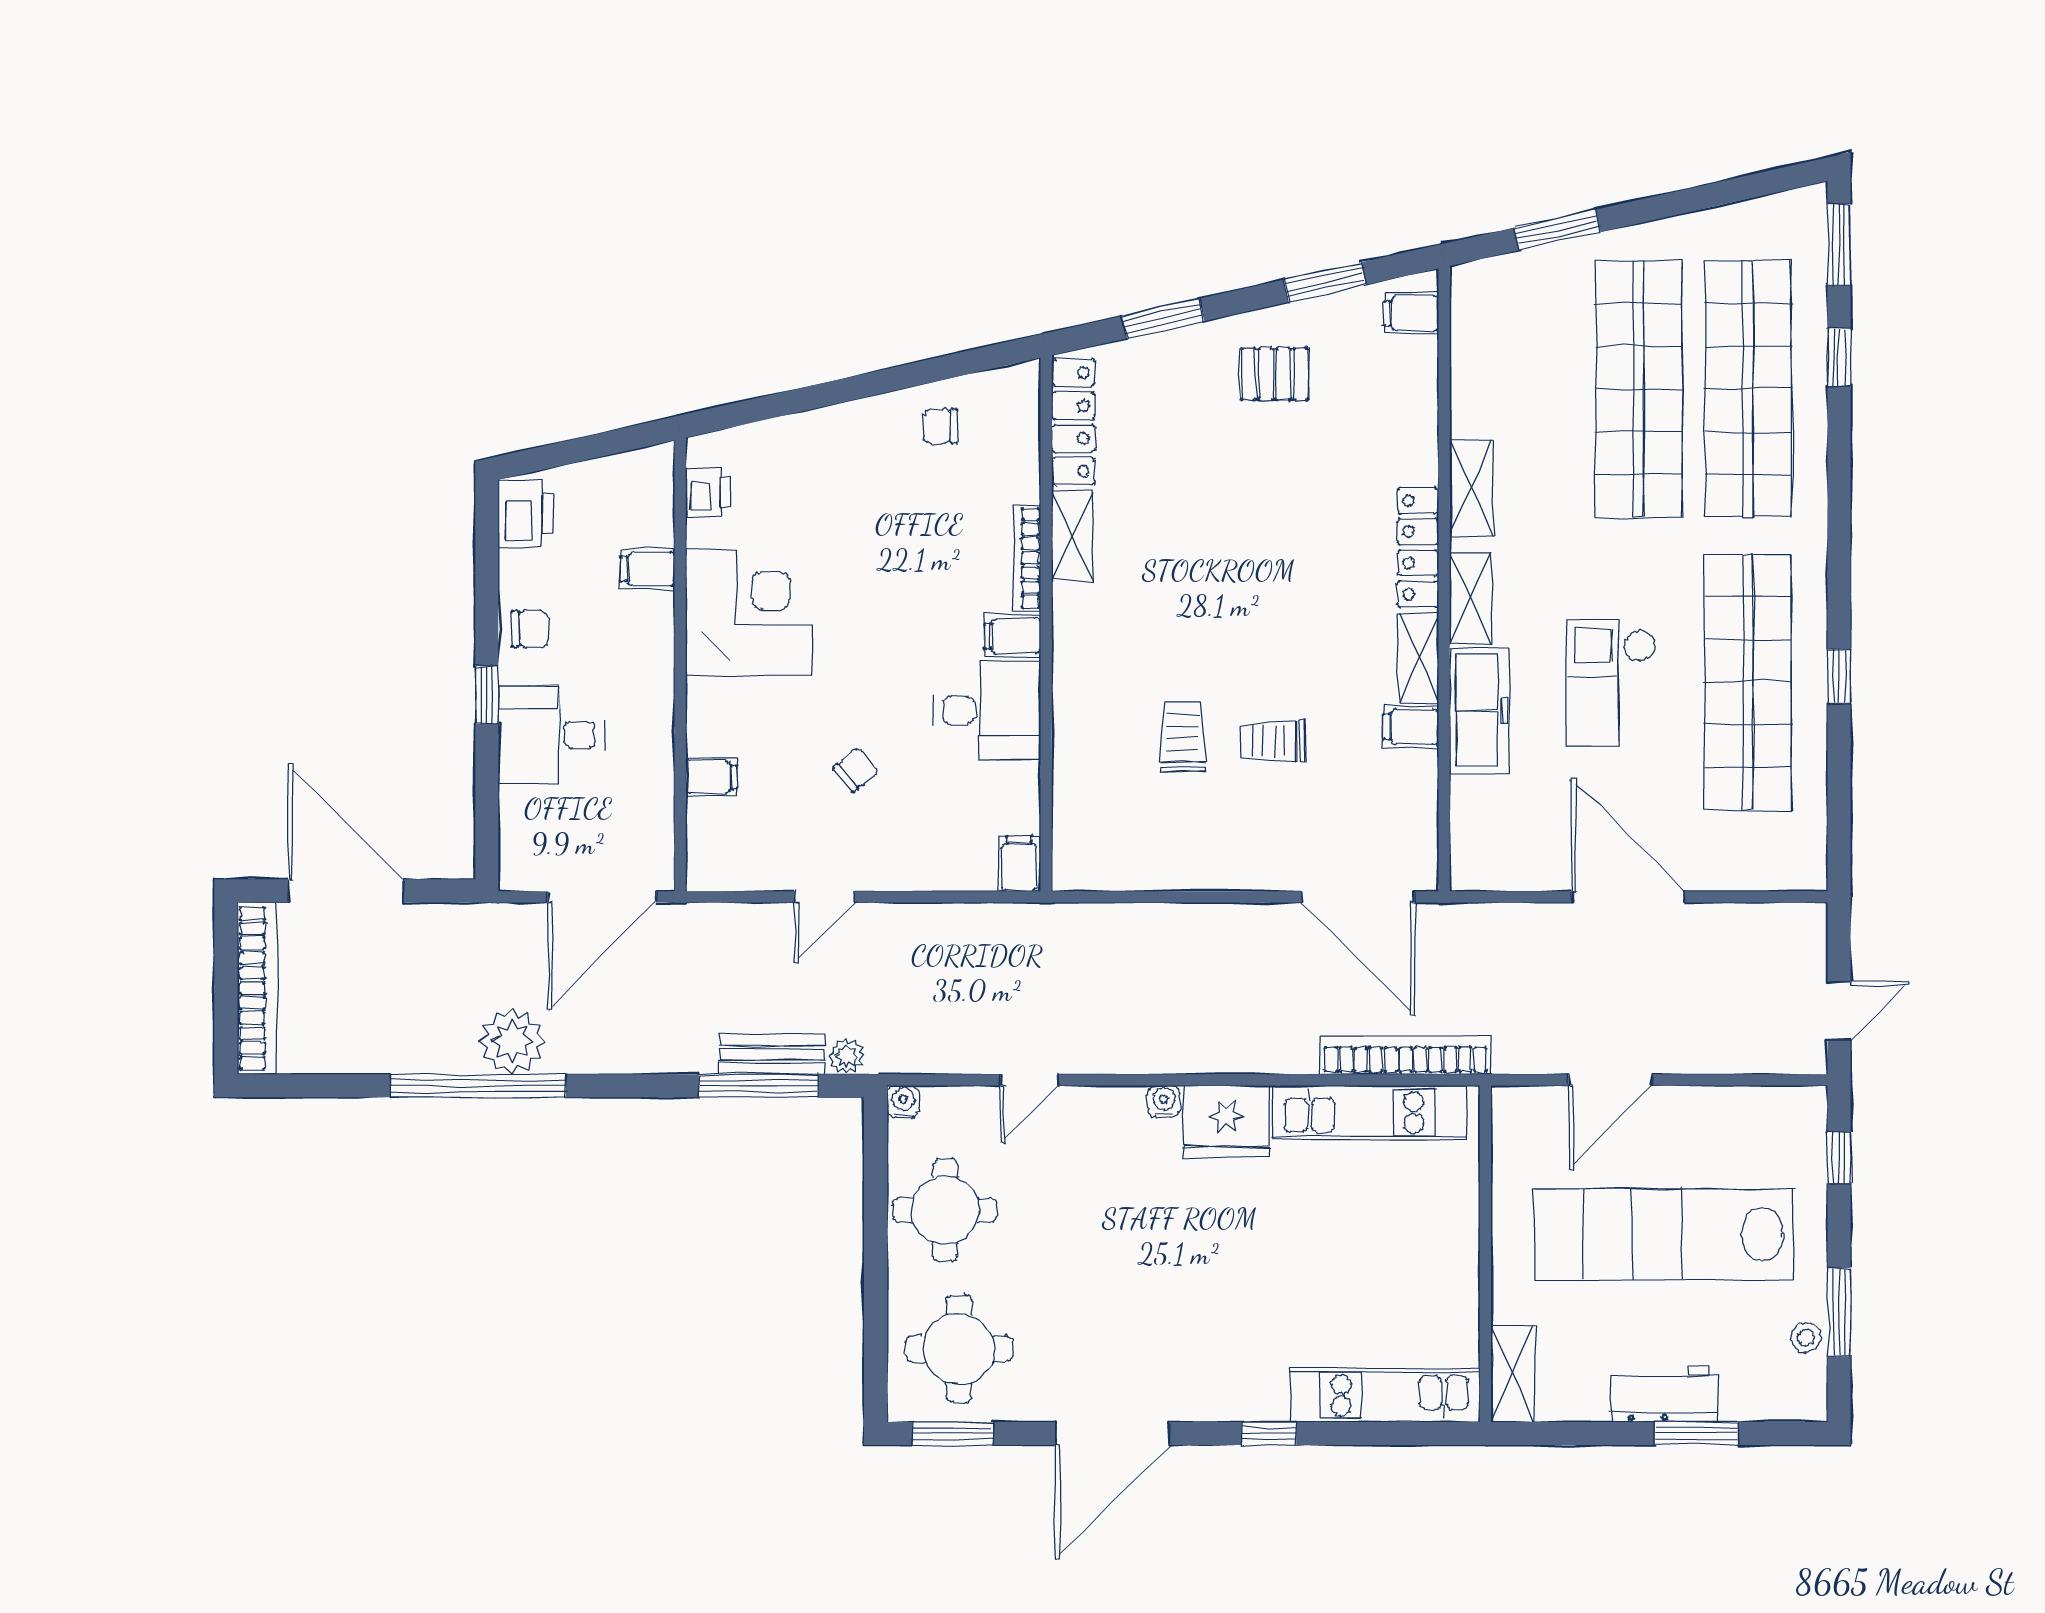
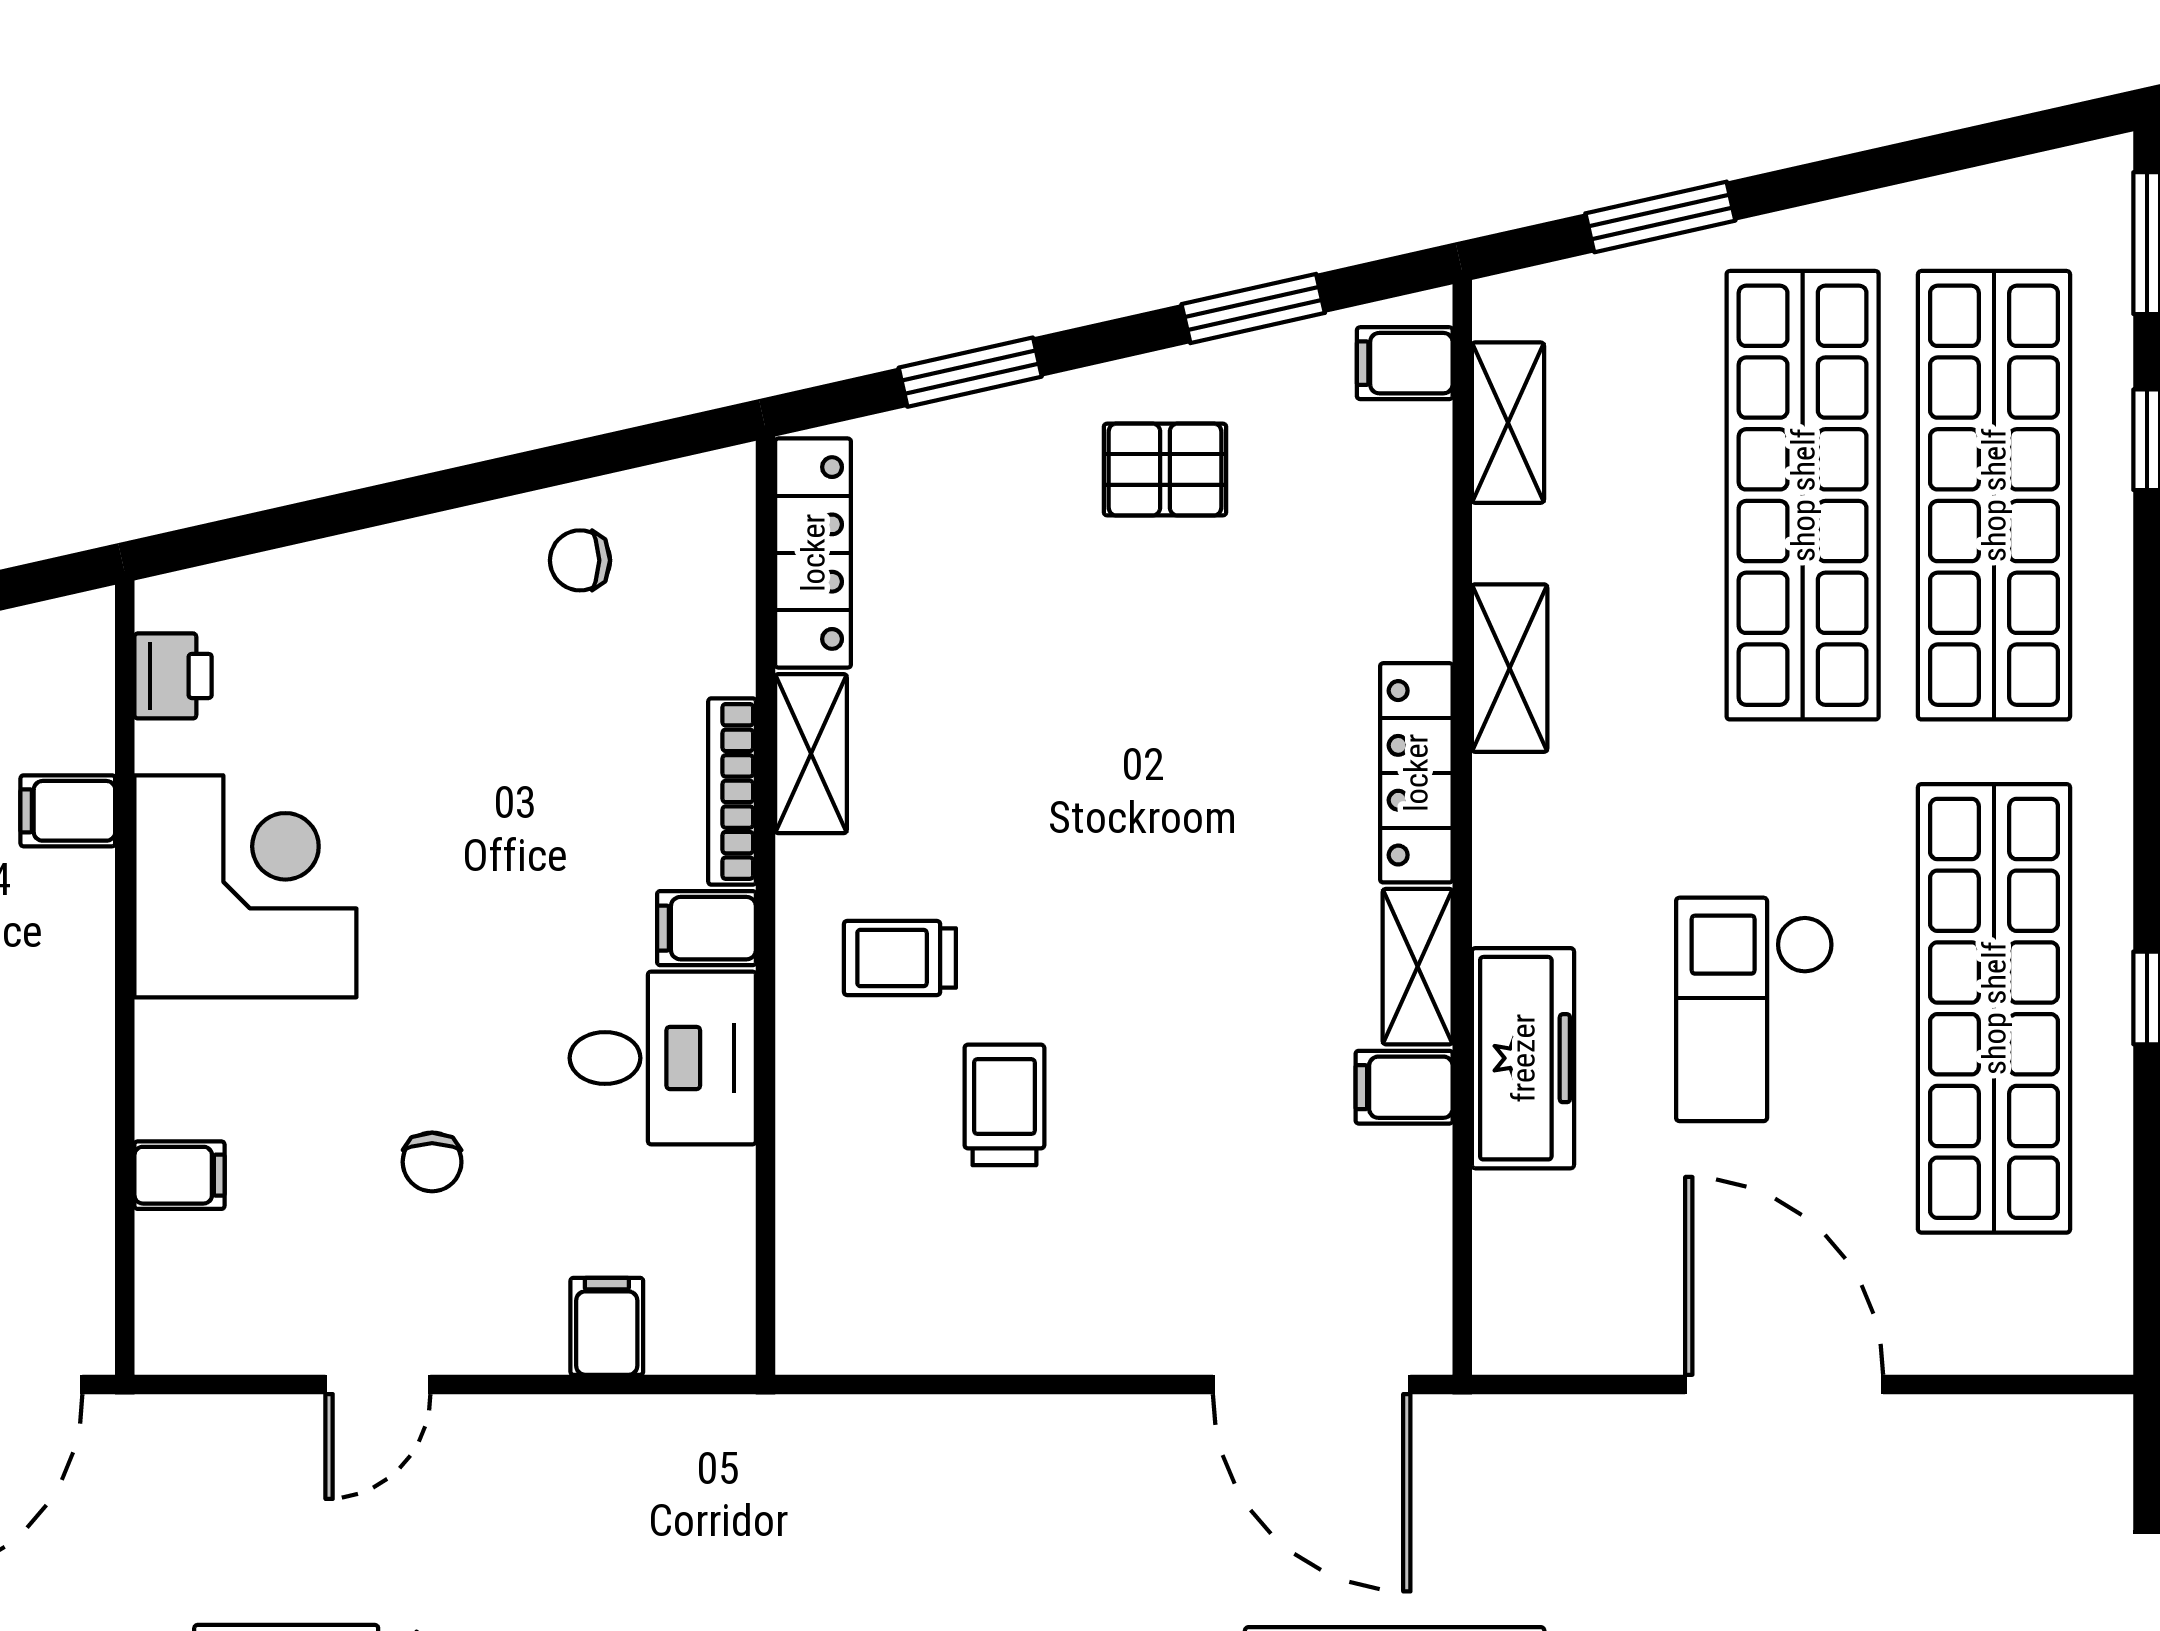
shelving: (1470, 598) -> (1508, 423), moved
trolley: (1273, 741) -> (900, 958), moved
chair: (856, 770) -> (432, 1162), turned 130
filing cabinet: (1019, 864) -> (607, 1326), moved

